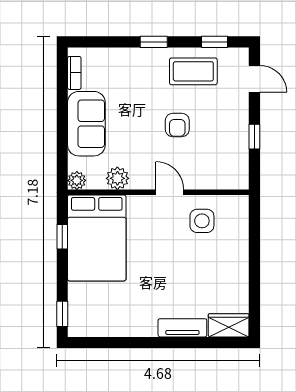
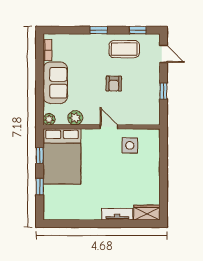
window: (62, 314) -> (40, 187), moved

